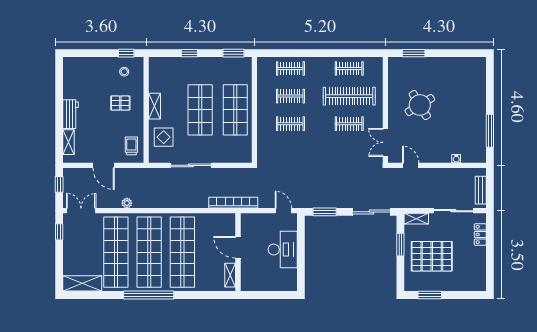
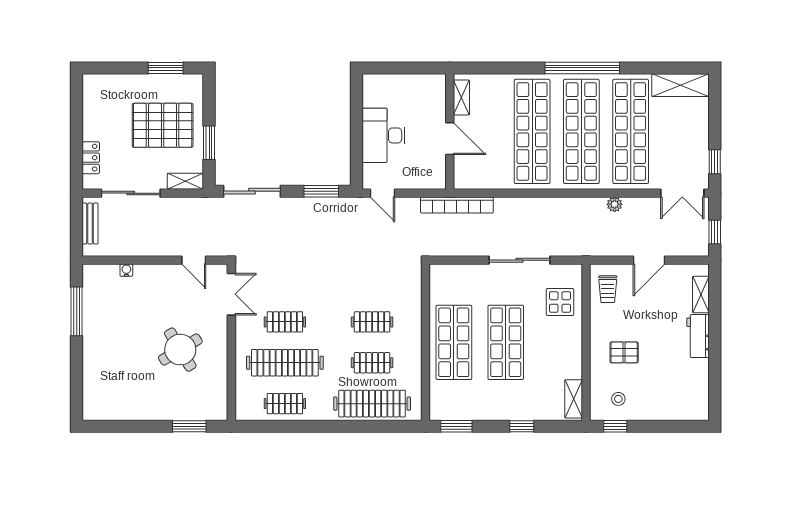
clothes rail: (290, 69) -> (372, 404), width x1.86, depth x1.31
shelving: (154, 106) -> (574, 399), moved
door: (104, 165) -> (649, 260), swing flipped

